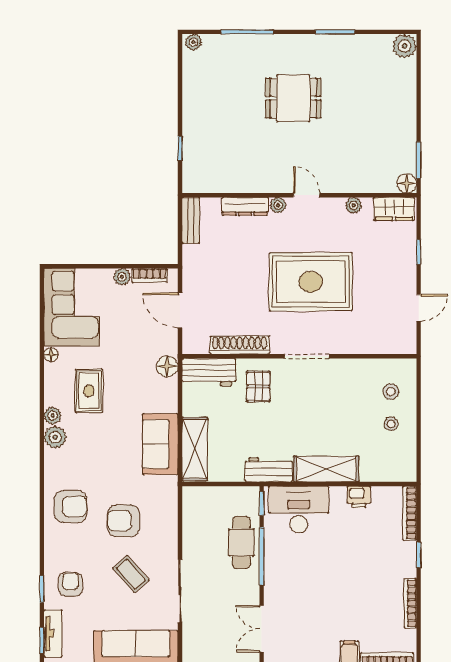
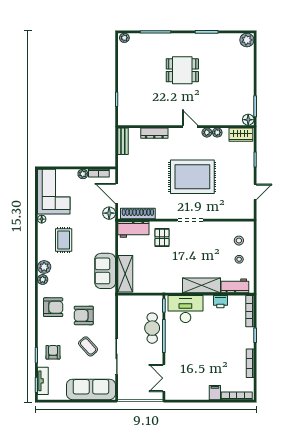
plant: (278, 205) -> (207, 132), moved
shoe rack: (240, 345) -> (138, 214), moved
floor lamp: (167, 366) -> (109, 213), moved
plant: (53, 416) -> (43, 279), moved
workbench: (269, 470) -> (235, 286), moved

